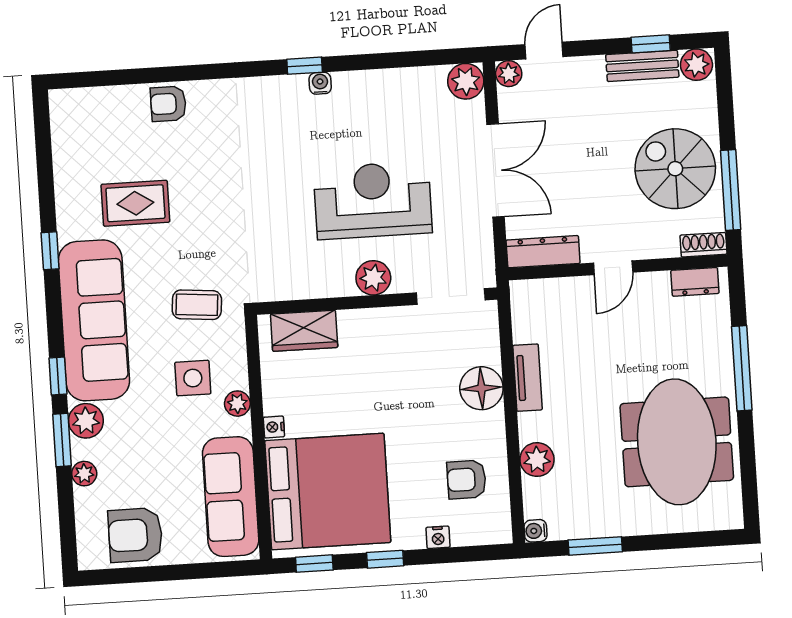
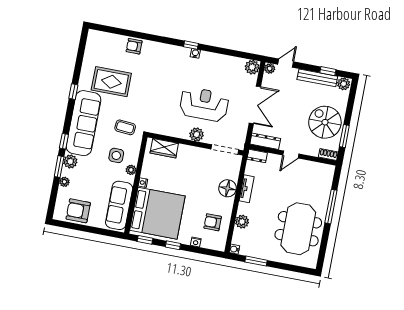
bench: (642, 66) -> (317, 78), width x1.36
window: (731, 190) -> (344, 136), width x0.69
rug: (135, 203) -> (111, 82), width x1.36, depth x1.43
dresser: (695, 282) -> (257, 156), moved

